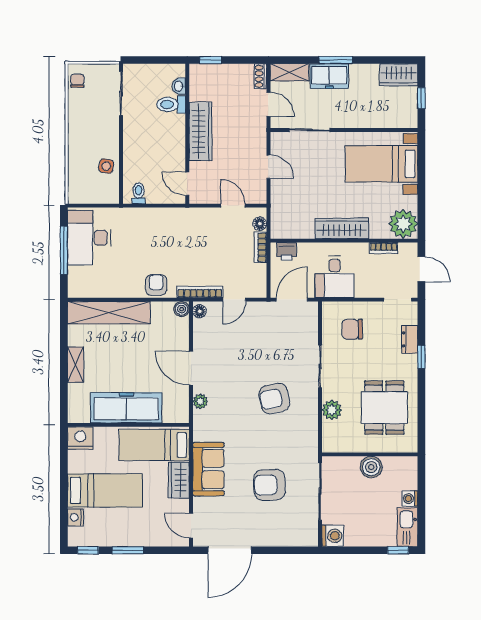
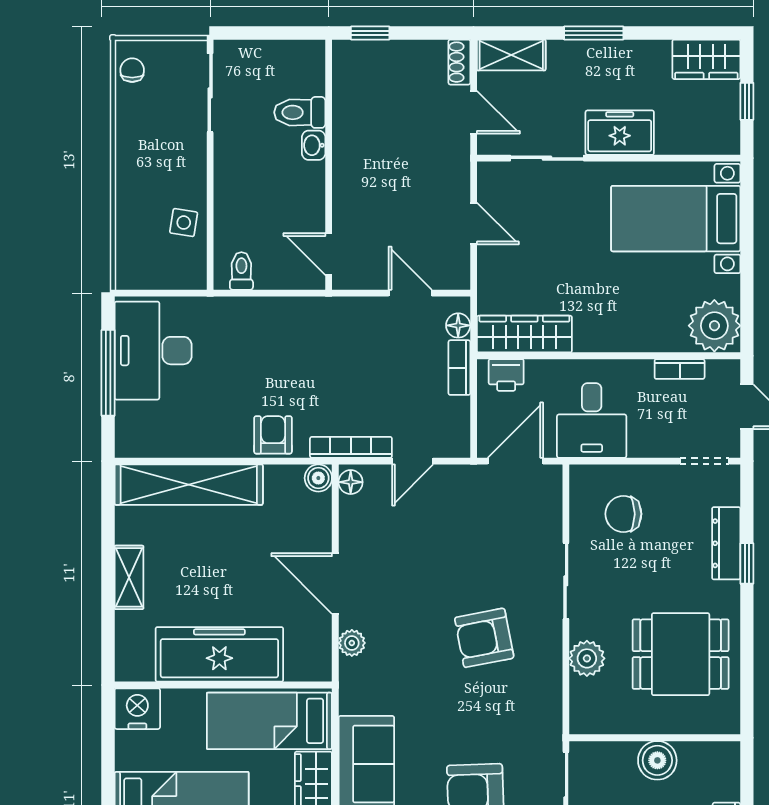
freezer: (329, 76) -> (620, 133), moved, turned 180
washbasin: (179, 86) -> (314, 145), moved
wardrobe: (200, 131) -> (352, 161), removed
wardrobe: (342, 228) -> (524, 334), moved
dresser: (410, 339) -> (726, 543), width x1.44
dining table: (384, 408) -> (681, 654), turned 90

